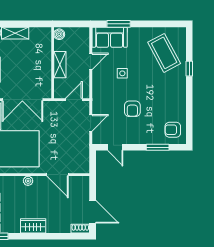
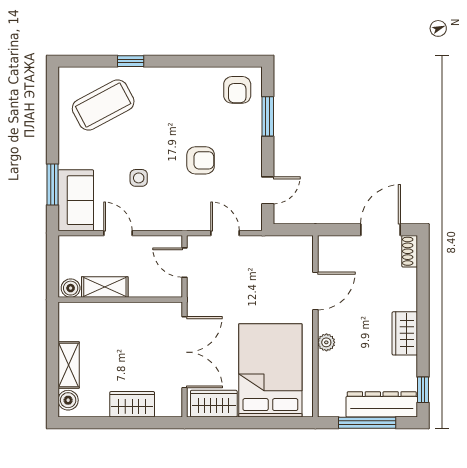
shelving: (60, 65) -> (105, 287), moved

